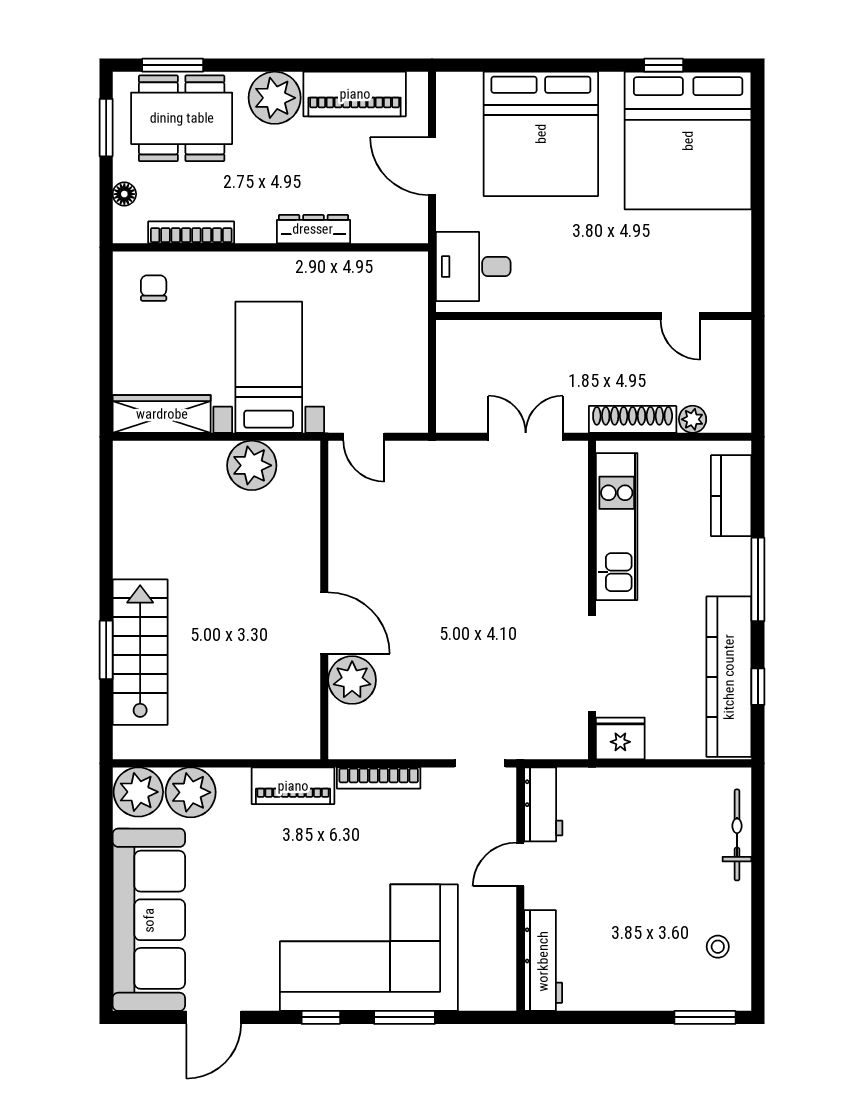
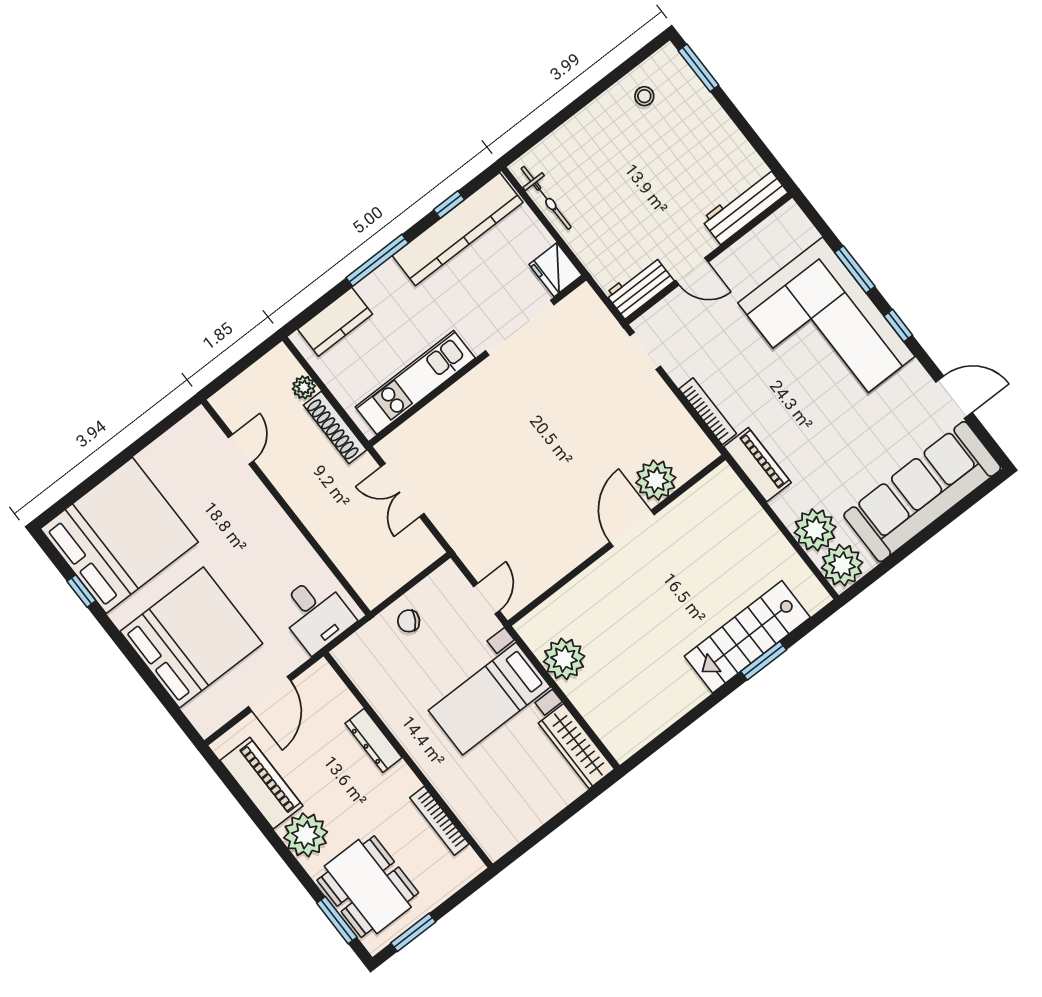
floor lamp: (124, 194) -> (448, 886), removed
chair: (154, 288) -> (409, 621), moved, turned 31
bicycle: (737, 835) -> (546, 198), moved, turned -90

